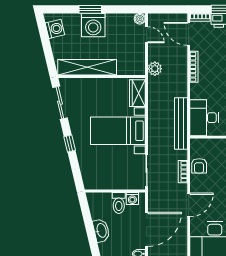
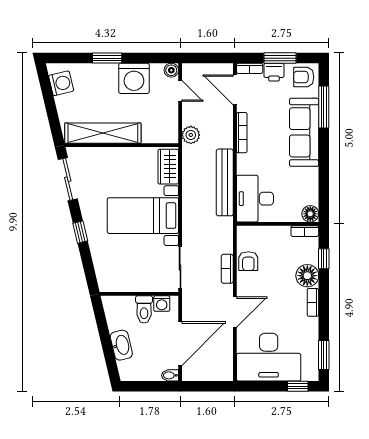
washing machine: (93, 25) -> (134, 78), moved
bench: (181, 123) -> (225, 182), moved

